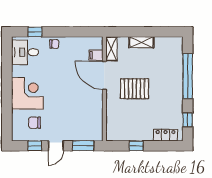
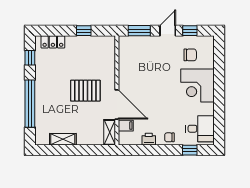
printer: (74, 42) -> (149, 139), added
shelving: (141, 42) -> (63, 139), moved

